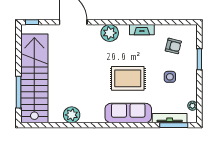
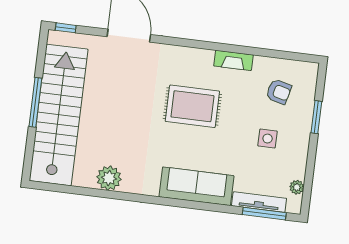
plant: (110, 33) -> (183, 59), removed
rug: (128, 78) -> (192, 106), moved
window: (19, 92) -> (35, 102), moved

